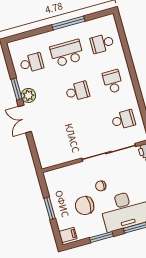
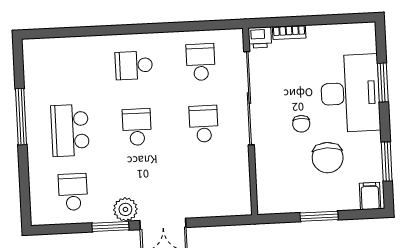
school desk: (102, 43) -> (204, 124), moved, turned 180
window: (101, 237) -> (387, 162), moved

